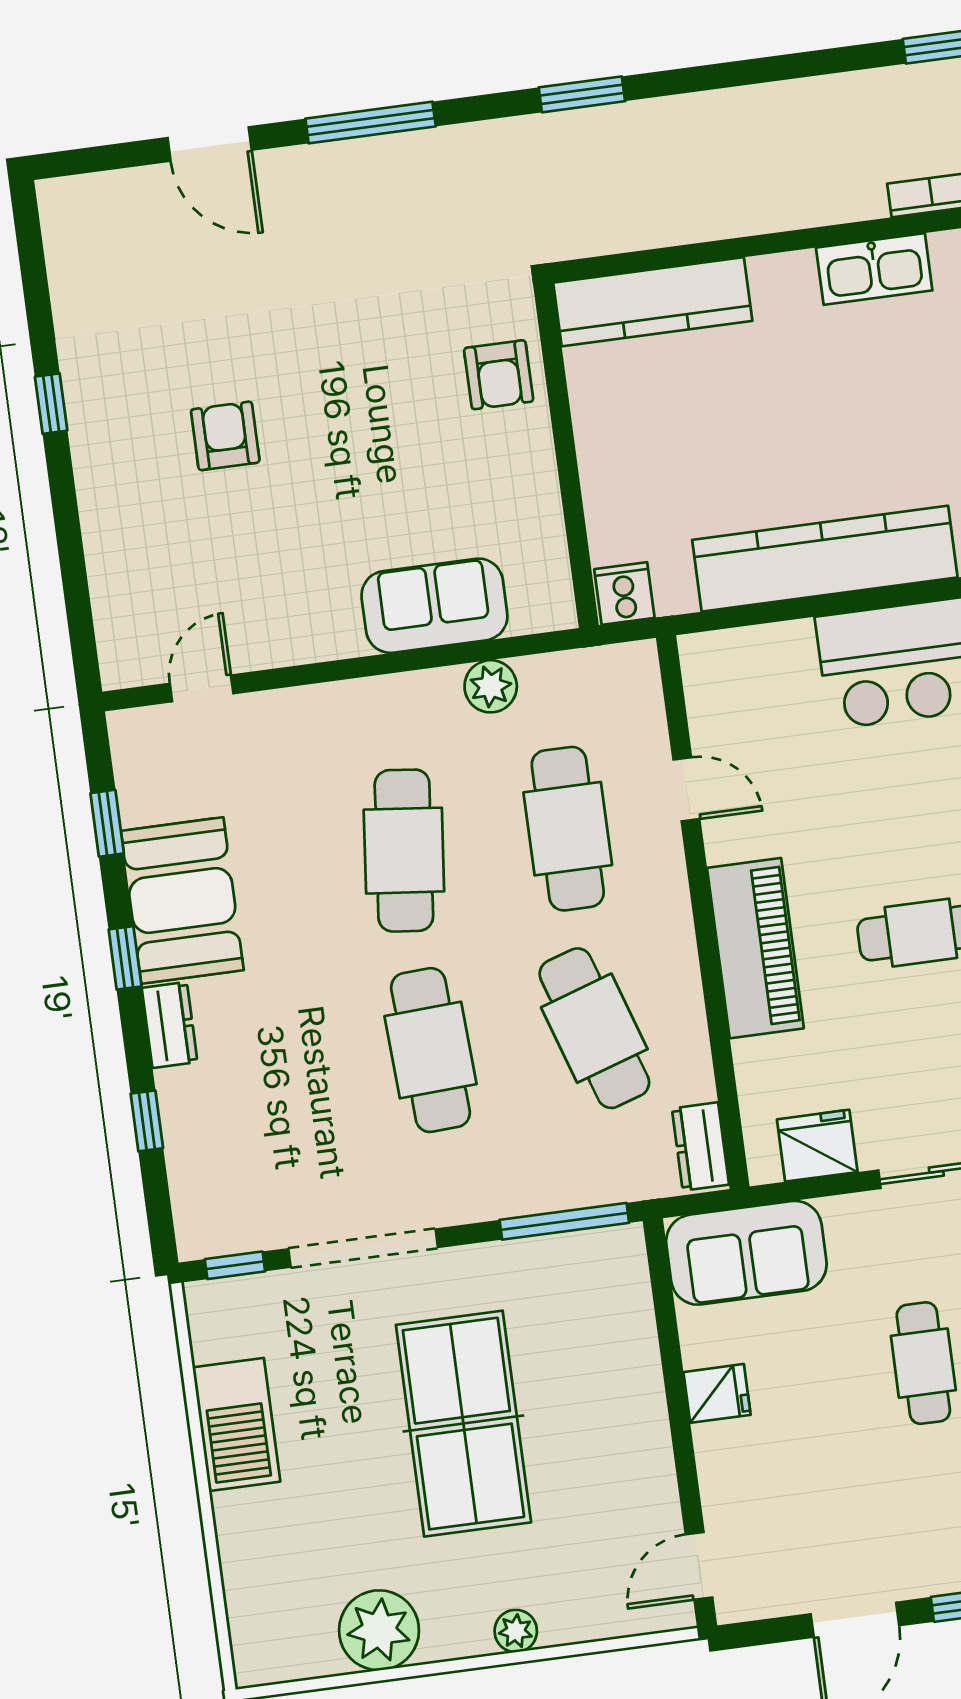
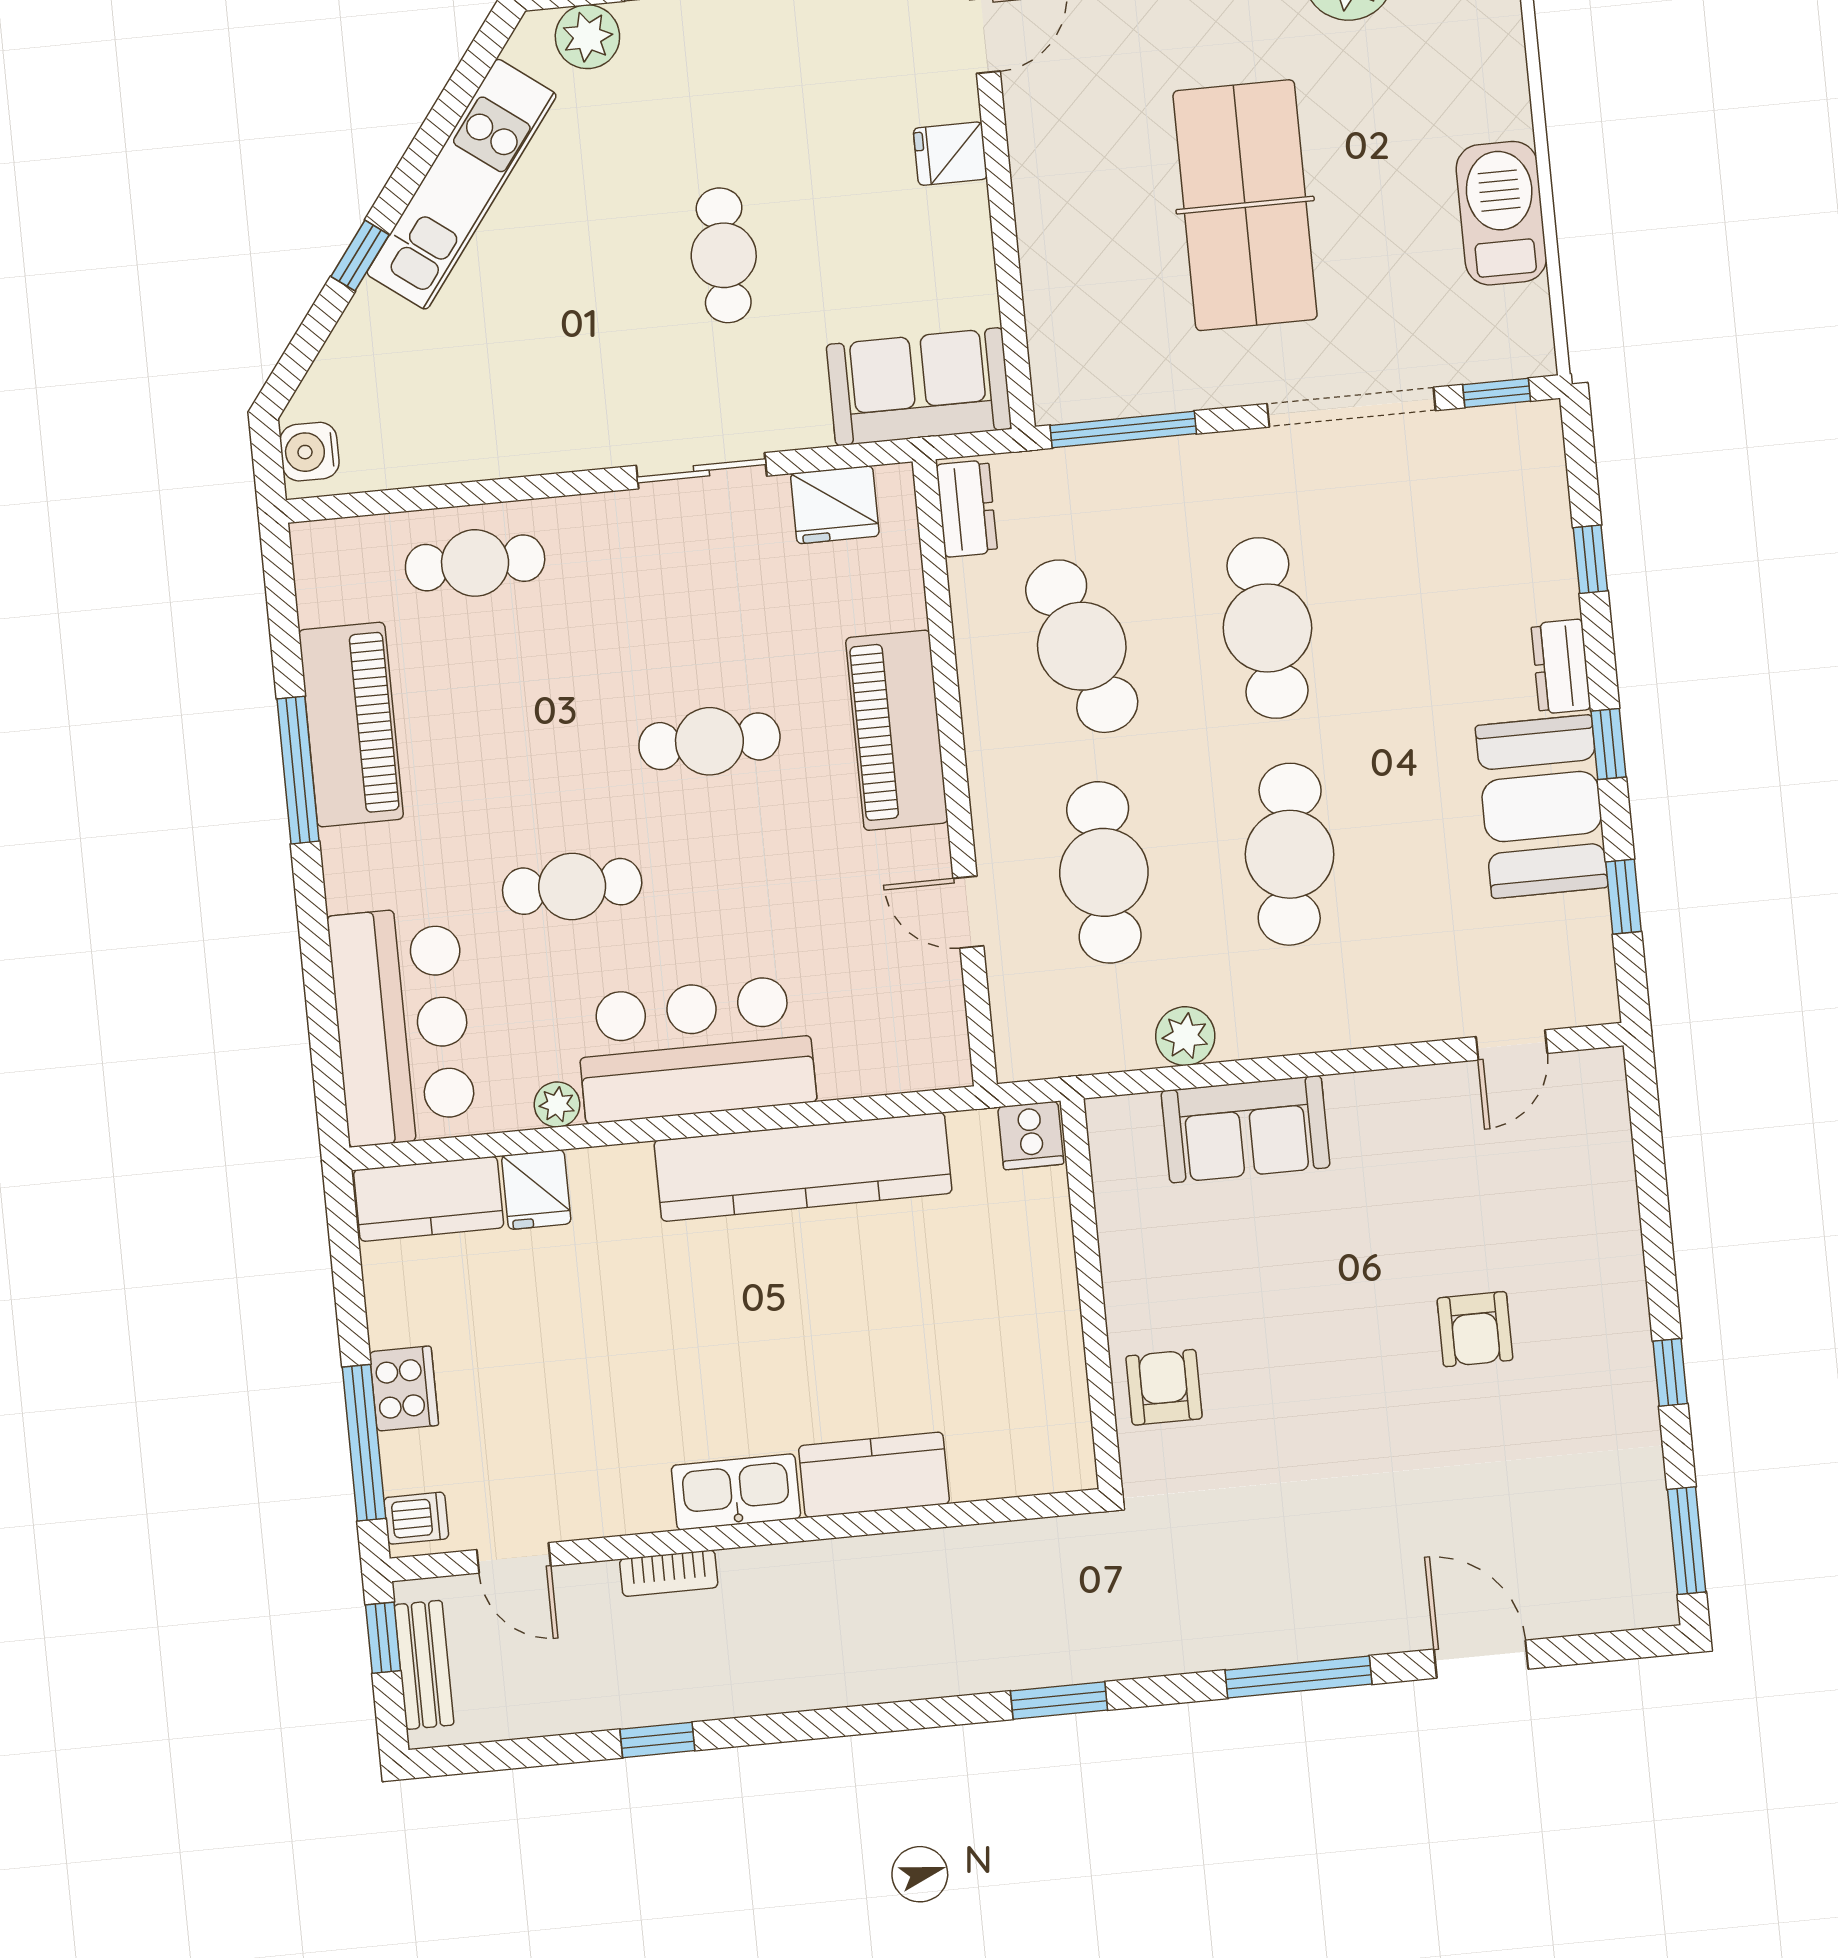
window: (31, 255) -> (1687, 1541), added
kitchen counter: (653, 302) -> (874, 1475), moved, width x0.67
fridge: (717, 1393) -> (950, 154), moved

